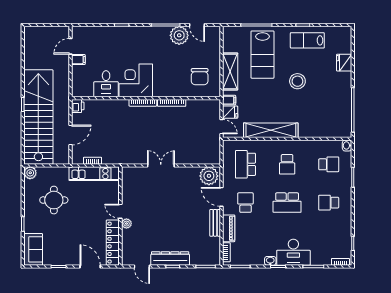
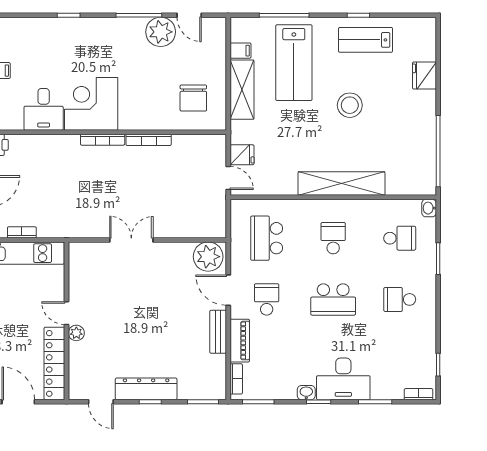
filing cabinet: (229, 100) -> (240, 51), moved
shelving: (271, 130) -> (341, 184), moved
school desk: (287, 164) -> (333, 238), turned 180

